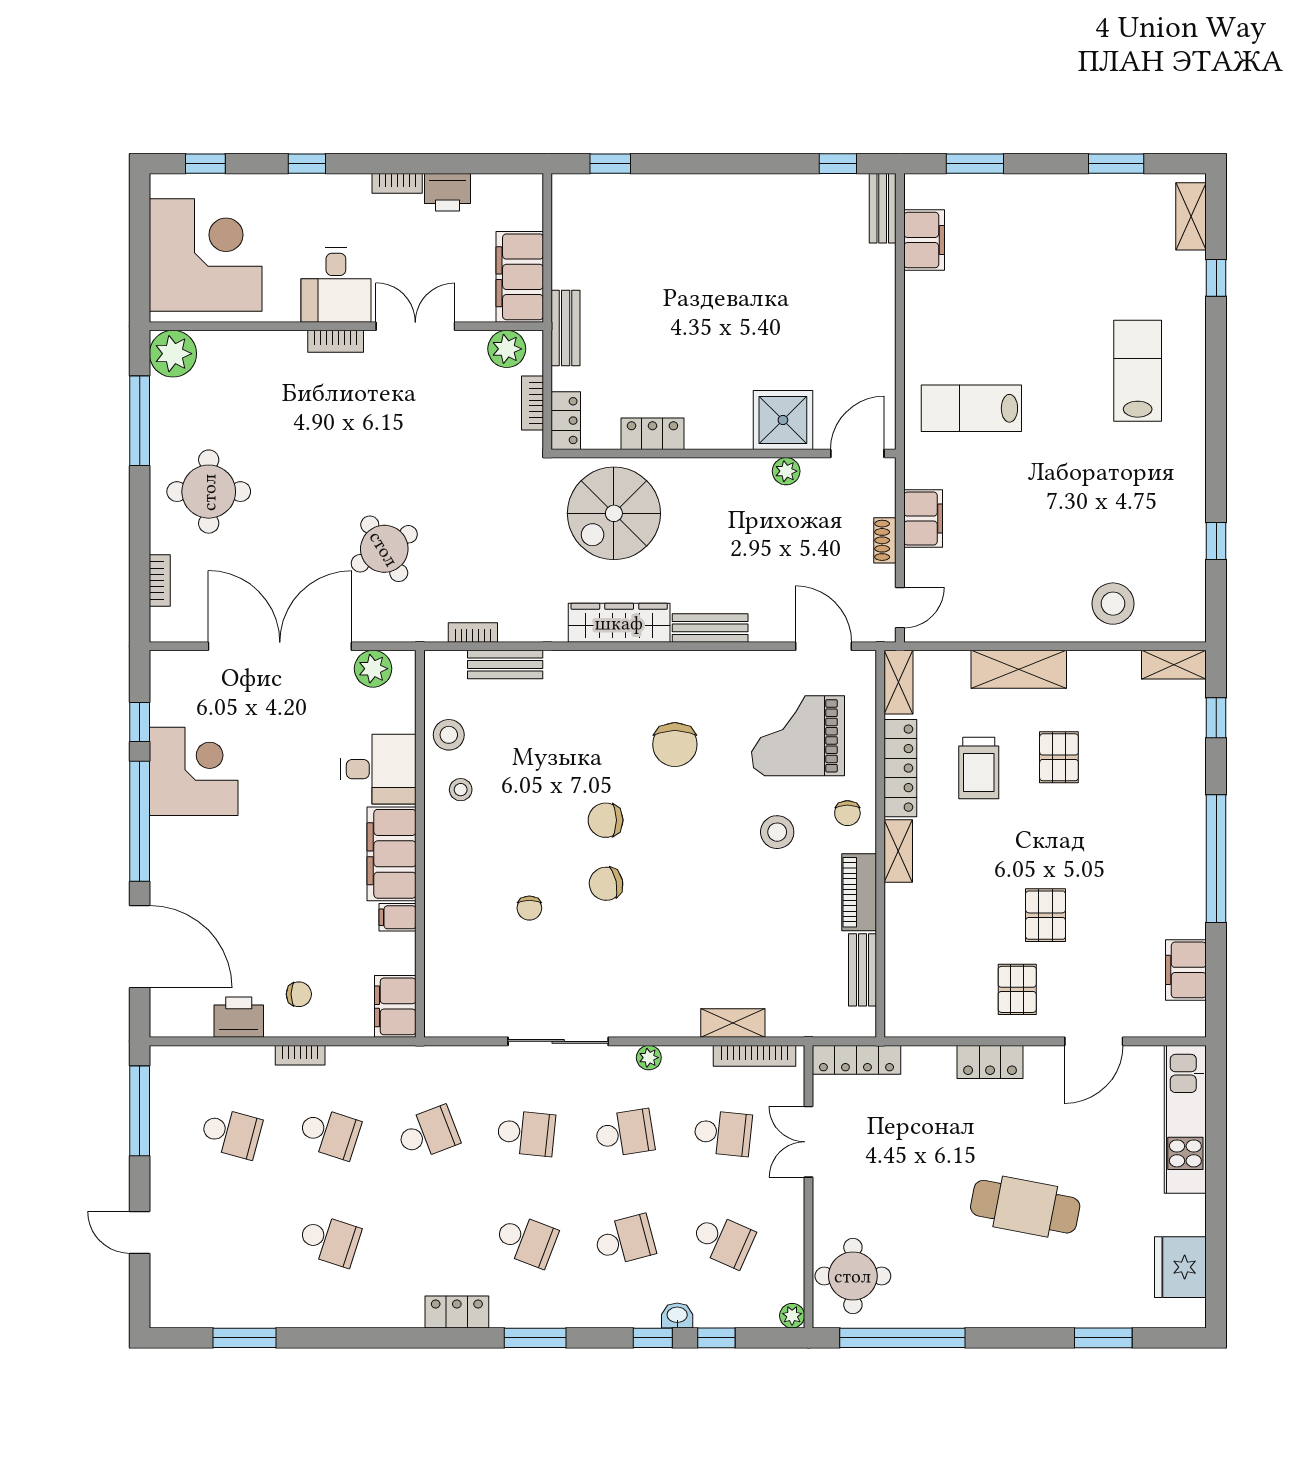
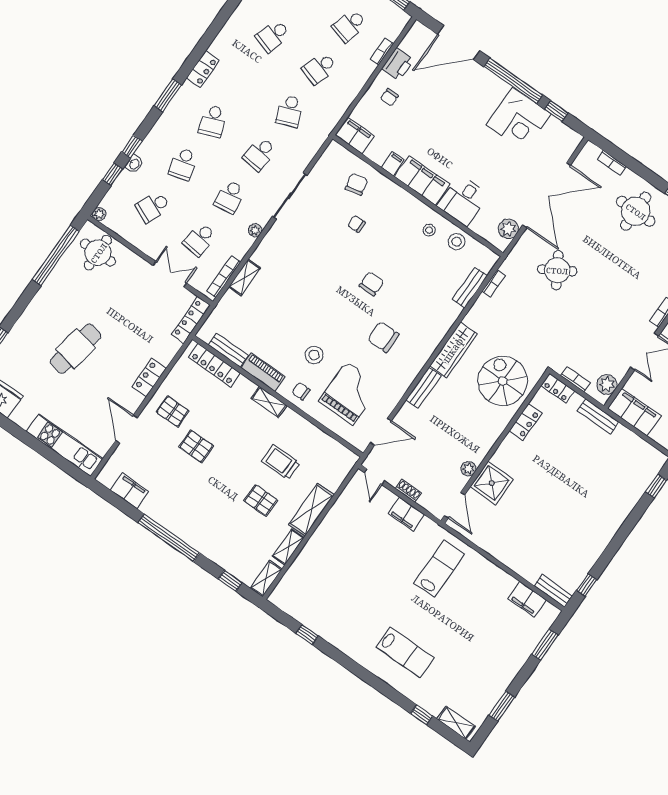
stool: (1113, 604) -> (311, 571), removed
shelving: (899, 682) -> (288, 547), moved, turned 90
locker: (900, 768) -> (214, 365), moved
chair: (606, 884) -> (356, 184), moved
bookcase: (300, 1055) -> (382, 51), moved
school desk: (526, 1240) -> (213, 121), turned -42

